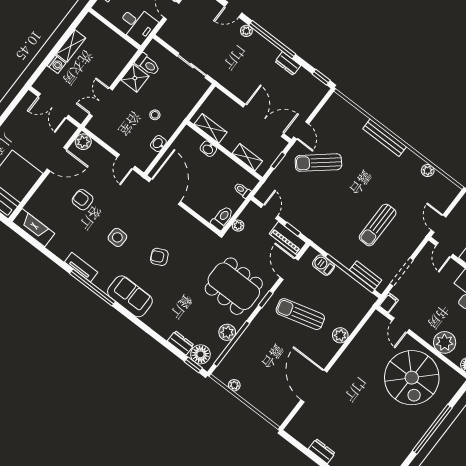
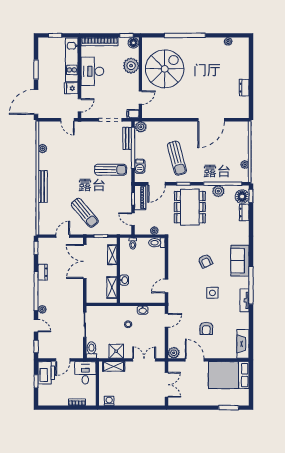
shelving: (71, 46) -> (114, 366), moved
washing machine: (56, 64) -> (109, 401), moved
toilet: (148, 64) -> (91, 350), moved
double door: (101, 102) -> (144, 360), swing flipped
door: (301, 130) -> (63, 236), moved
door: (165, 192) -> (167, 286), width x0.53
door: (270, 212) -> (133, 219), hinge flipped
door: (439, 224) -> (67, 120), hinge flipped
sun lounger: (378, 225) -> (111, 170), moved
plant: (340, 335) -> (141, 127), moved

